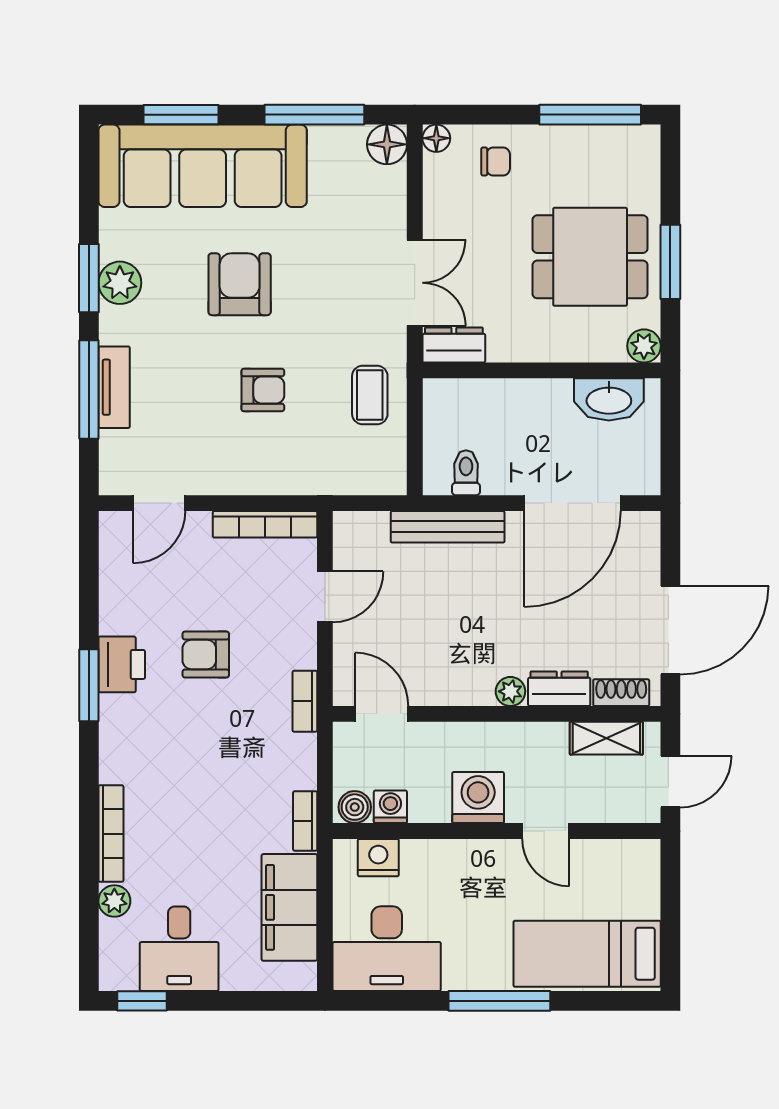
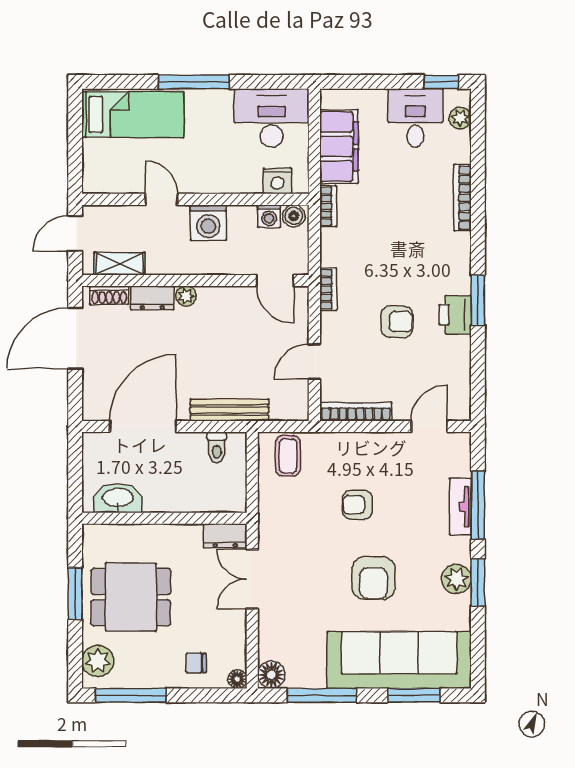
plant: (644, 346) -> (98, 661), moved, width x1.38, depth x1.38
coffee table: (370, 395) -> (288, 456), moved
plant: (114, 901) -> (460, 118), moved

